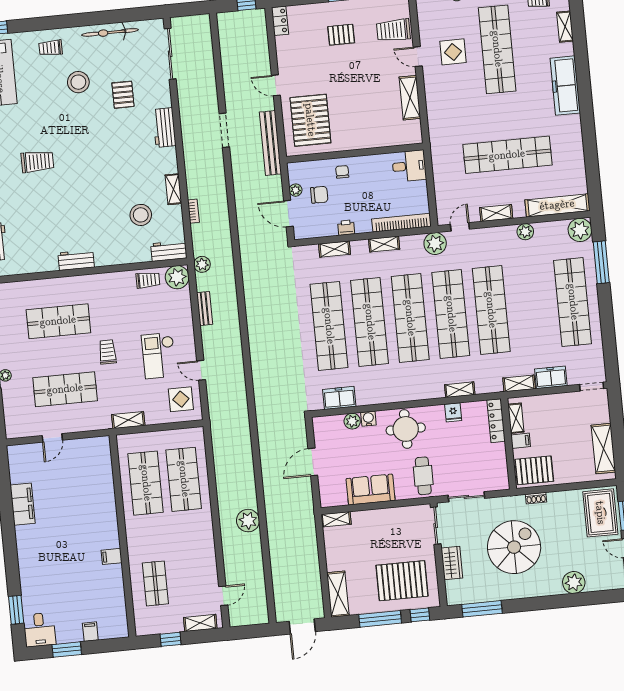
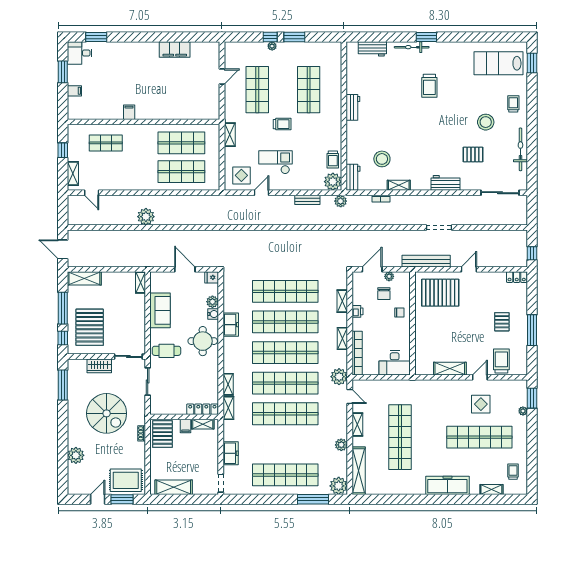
desk: (409, 166) -> (395, 363), width x1.37
shelving: (519, 383) -> (228, 408), moved
freezer: (339, 398) -> (231, 325), moved
fridge: (453, 412) -> (212, 277), moved
door: (52, 438) -> (222, 77), swing flipped

